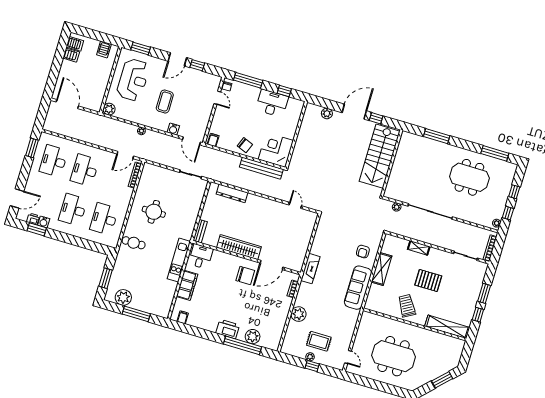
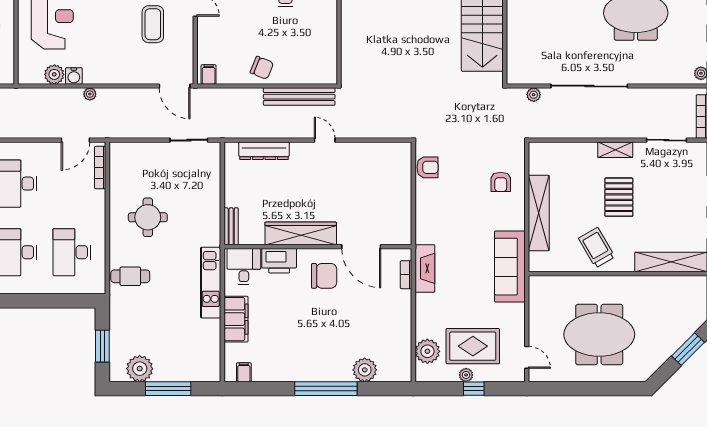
coffee table: (165, 102) -> (153, 24), moved
plant: (109, 109) -> (54, 74), moved
water cooler: (173, 129) -> (74, 76), moved
corner desk: (276, 150) -> (314, 61), removed
door: (295, 205) -> (325, 140), moved
armchair: (323, 231) -> (428, 167), added
shelving: (419, 248) -> (615, 150), moved
door: (272, 265) -> (361, 247), hinge flipped
fireplace: (310, 269) -> (425, 268), moved
shelving: (381, 269) -> (539, 213), width x1.47
pallet: (428, 280) -> (619, 197), turned 90
sofa: (358, 288) -> (510, 267), moved
plant: (298, 314) -> (427, 351), moved
printer: (228, 329) -> (279, 261), moved, turned 180
rug: (319, 341) -> (473, 346), width x1.36, depth x1.43
window: (243, 345) -> (326, 389), moved

